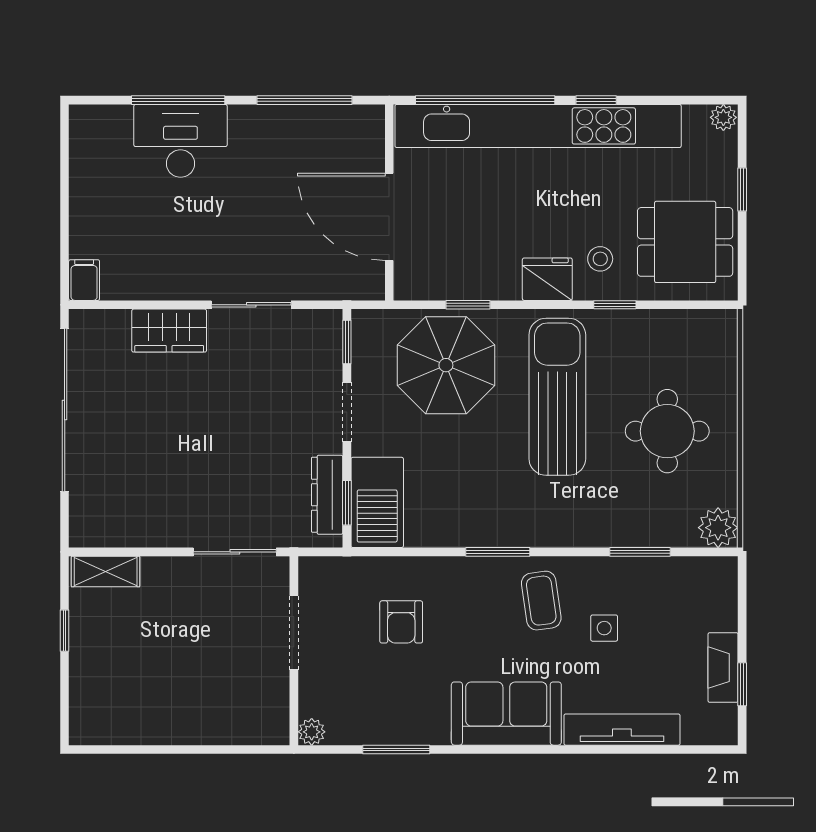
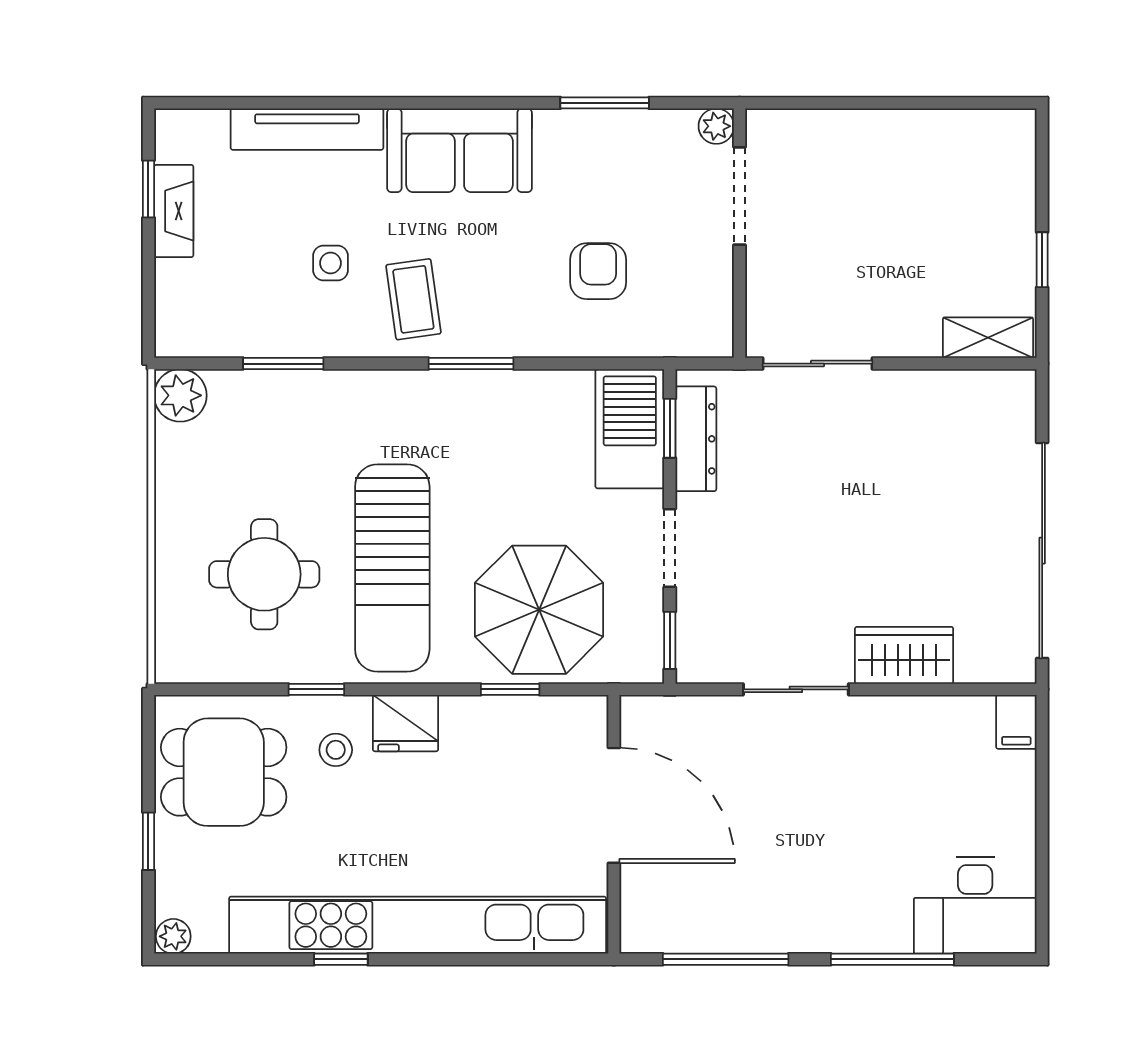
window: (485, 100) -> (488, 959), removed
desk: (180, 141) -> (975, 906), moved
round table: (667, 431) -> (264, 574), moved
doorway: (294, 633) -> (740, 196), moved

